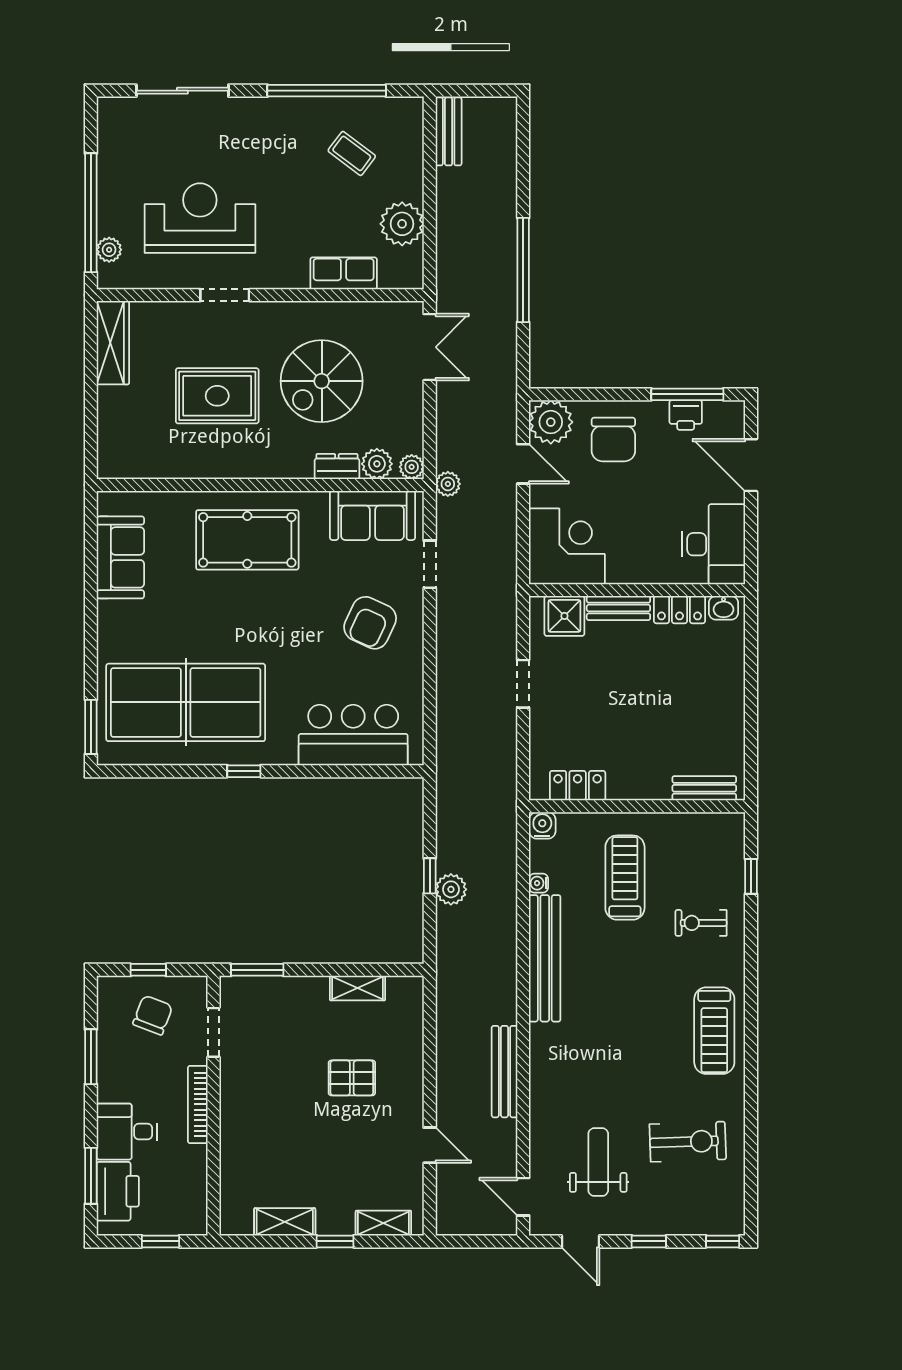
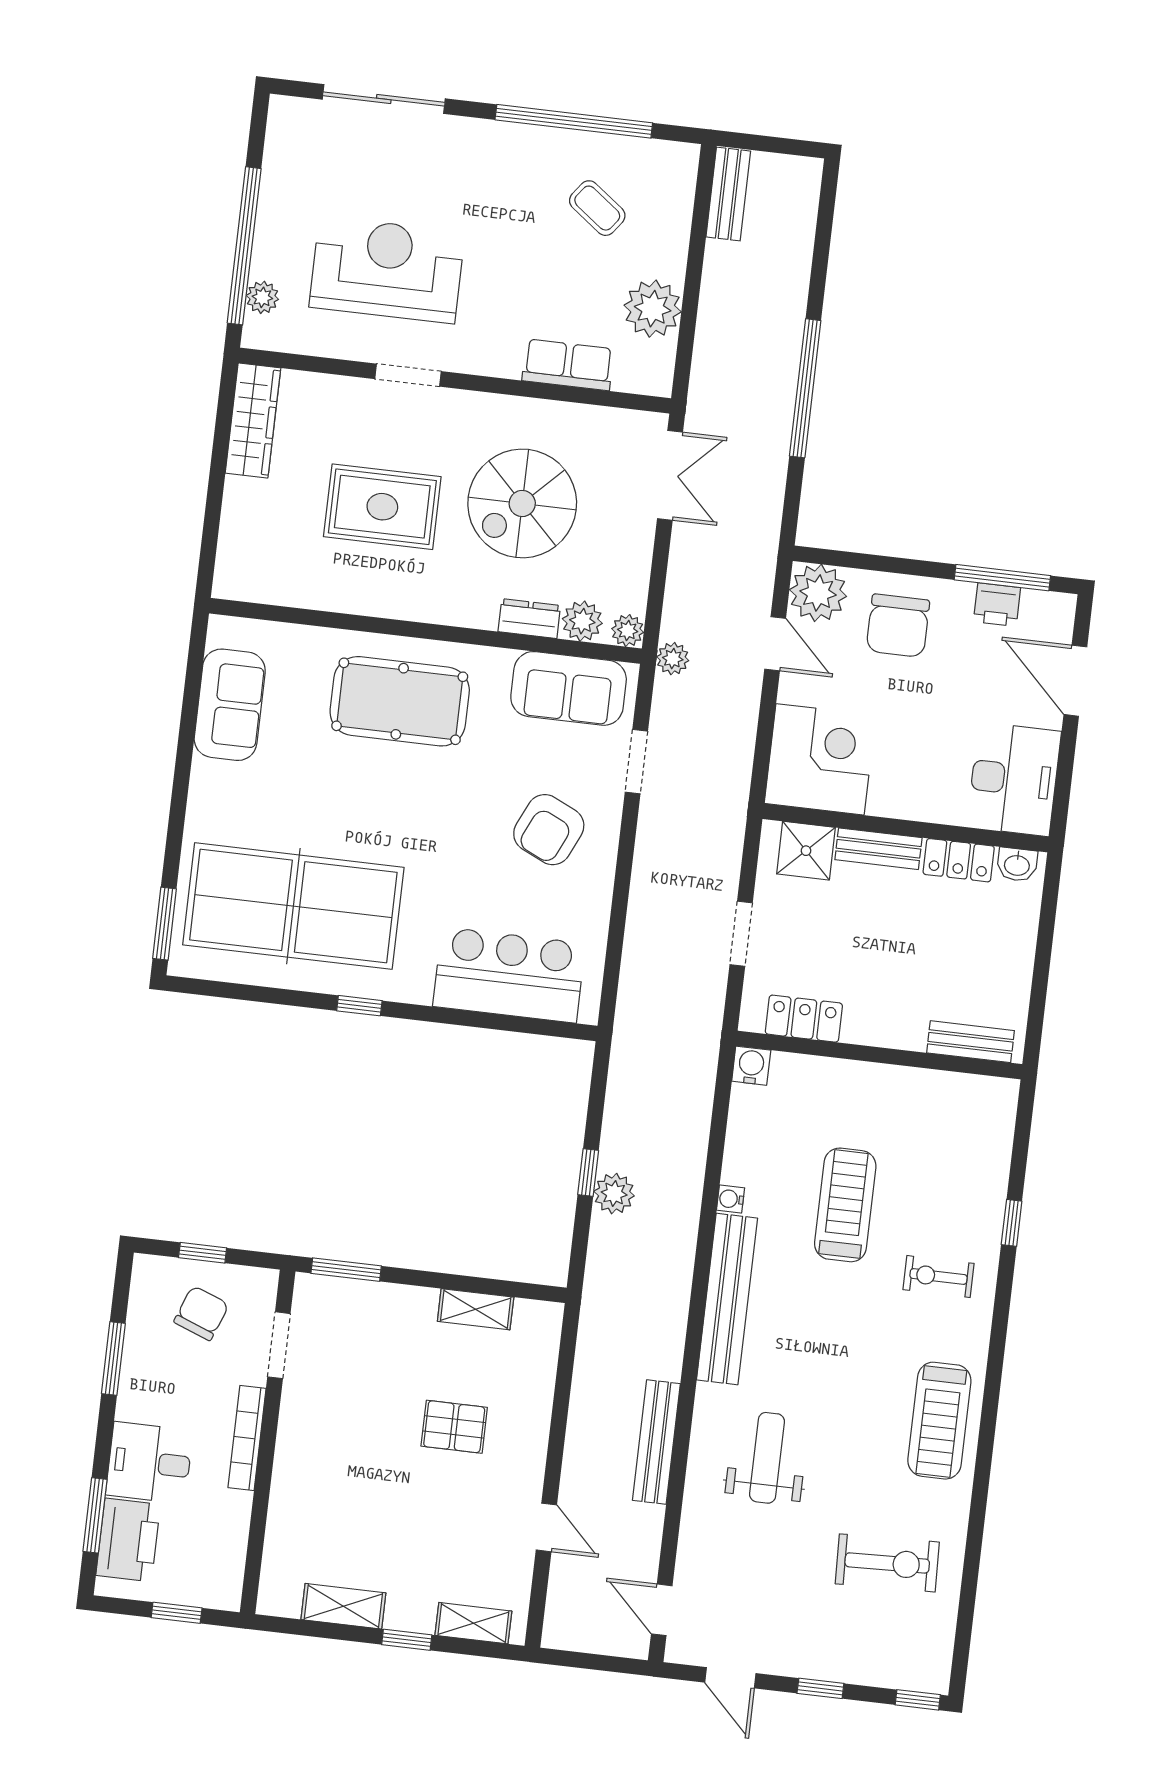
locker: (578, 786) -> (804, 1019), moved
bench: (704, 788) -> (970, 1042), moved
wall: (637, 806) -> (879, 1055), moved
water cooler: (542, 825) -> (751, 1066), moved
weight bench: (598, 1162) -> (767, 1458), moved

